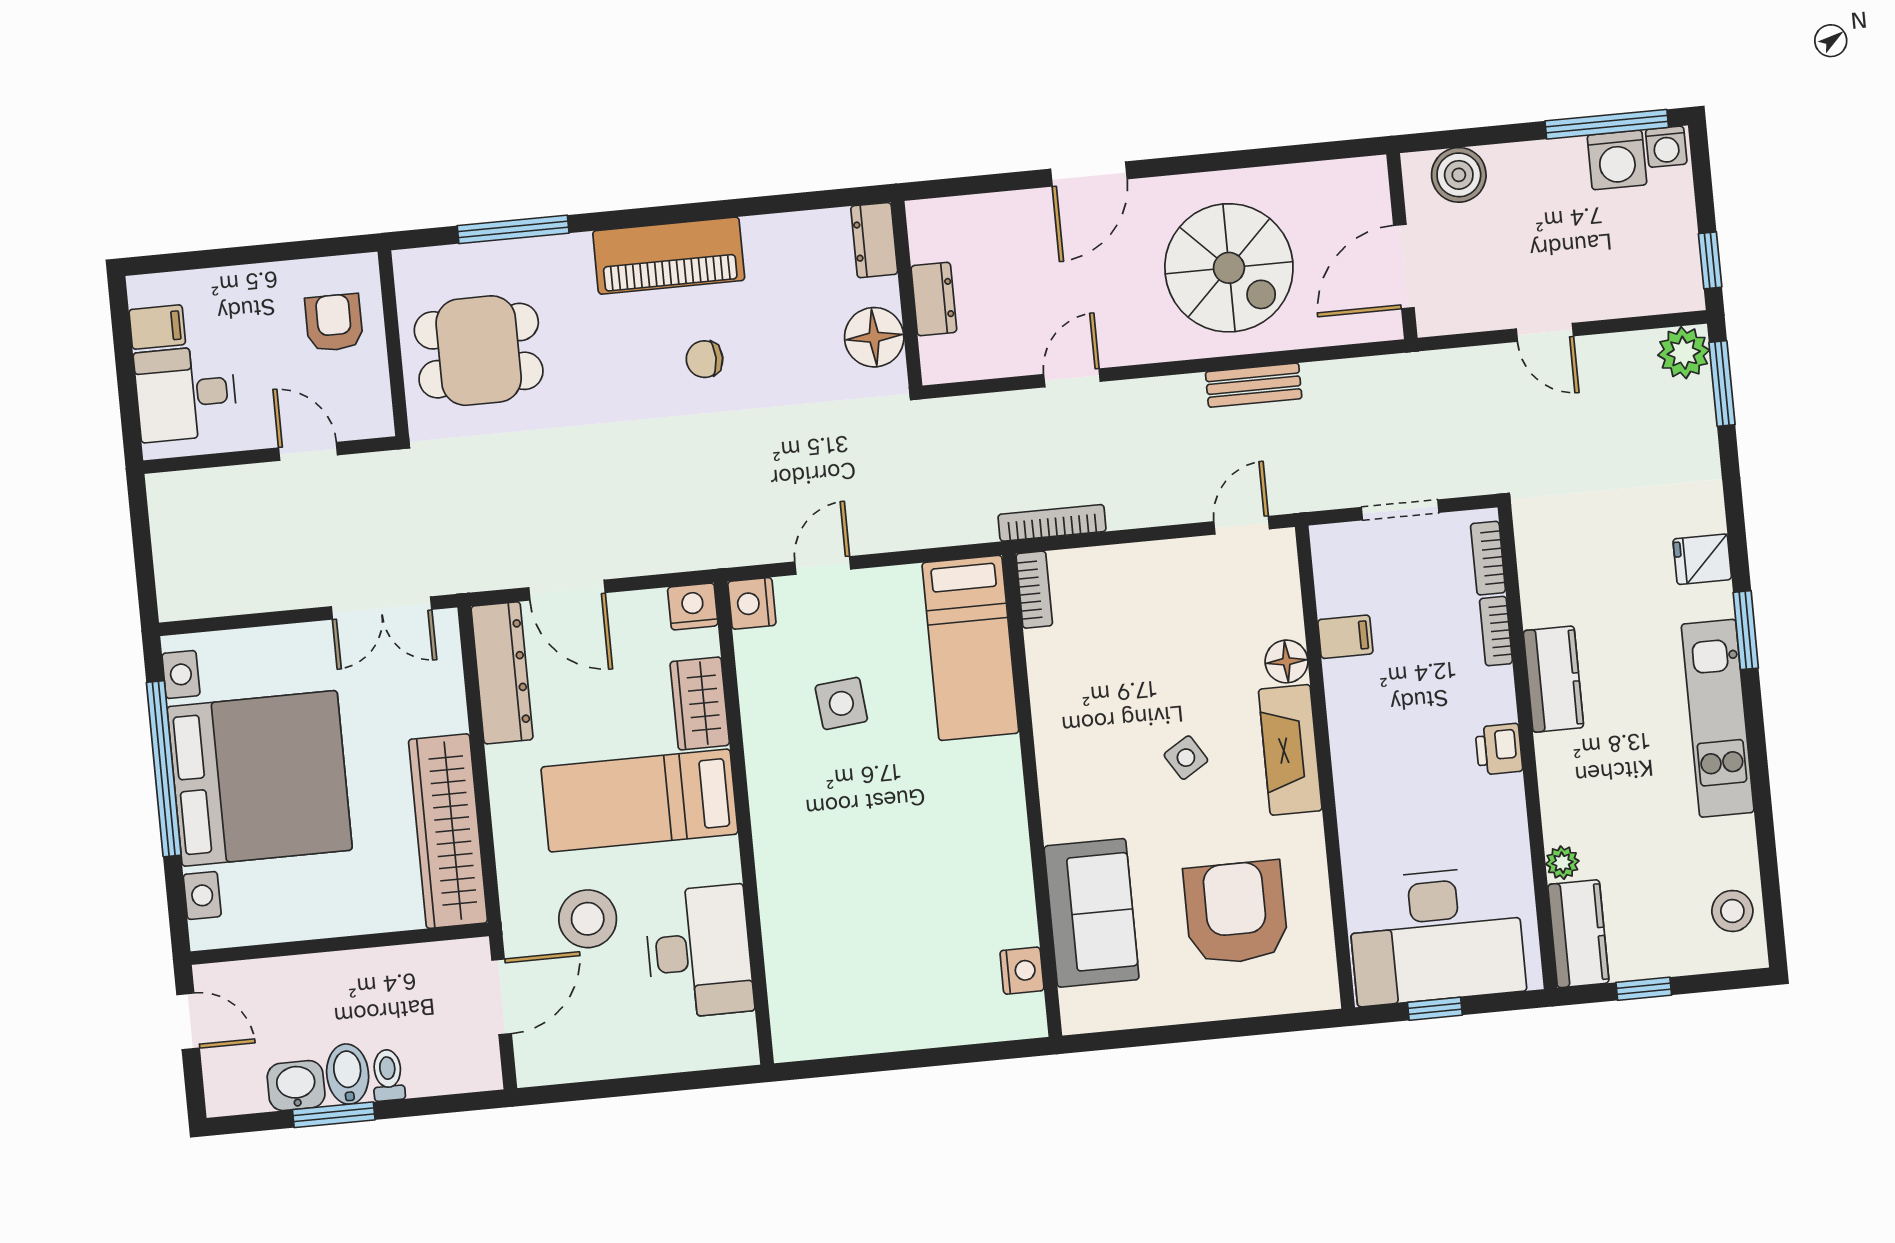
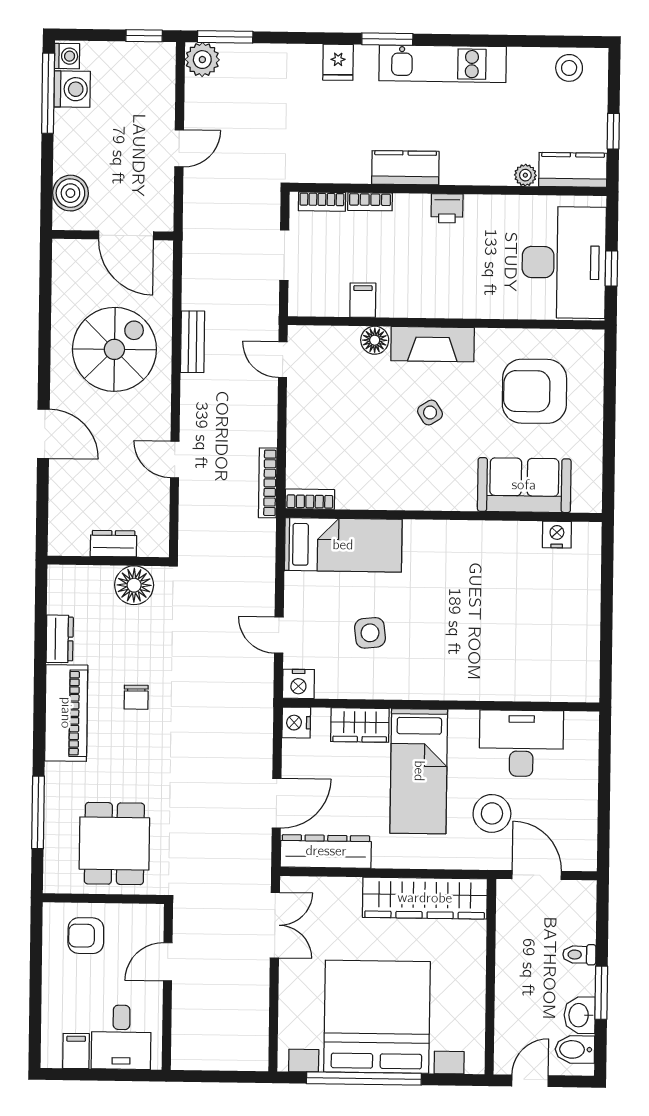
dresser: (874, 240) -> (60, 639), moved, turned -90
bidet: (348, 1074) -> (575, 1049), moved

